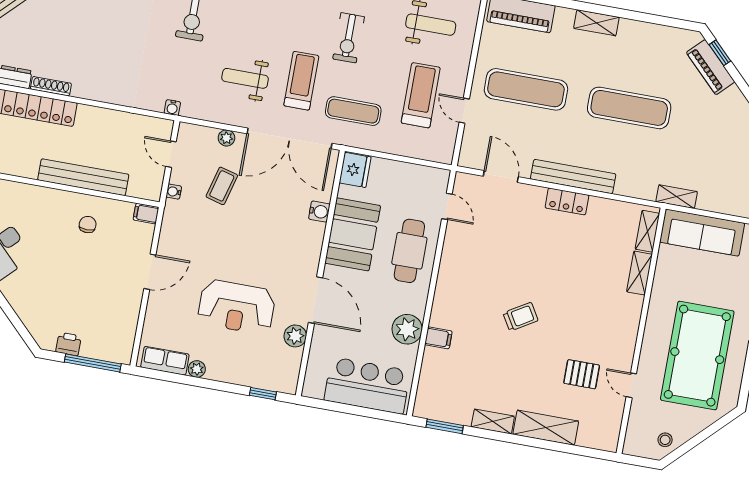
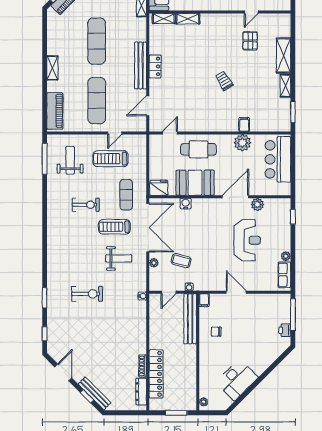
weight bench: (245, 78) -> (119, 258), turned -90
bench: (83, 177) -> (190, 319), moved

